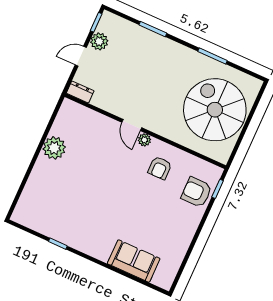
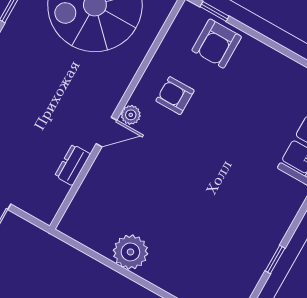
dresser: (80, 92) -> (73, 165), moved
armchair: (160, 168) -> (175, 96), turned 180

